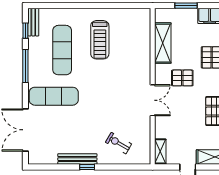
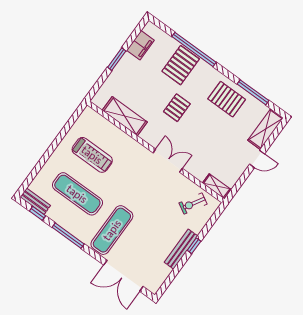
shelving: (163, 43) -> (125, 116), moved
wall: (153, 86) -> (156, 152), moved
double door: (153, 100) -> (168, 161), moved
shelving: (160, 151) -> (217, 186), moved

